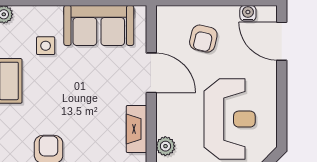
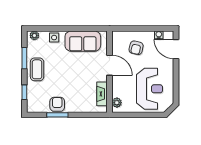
side table: (46, 46) -> (54, 38), moved

